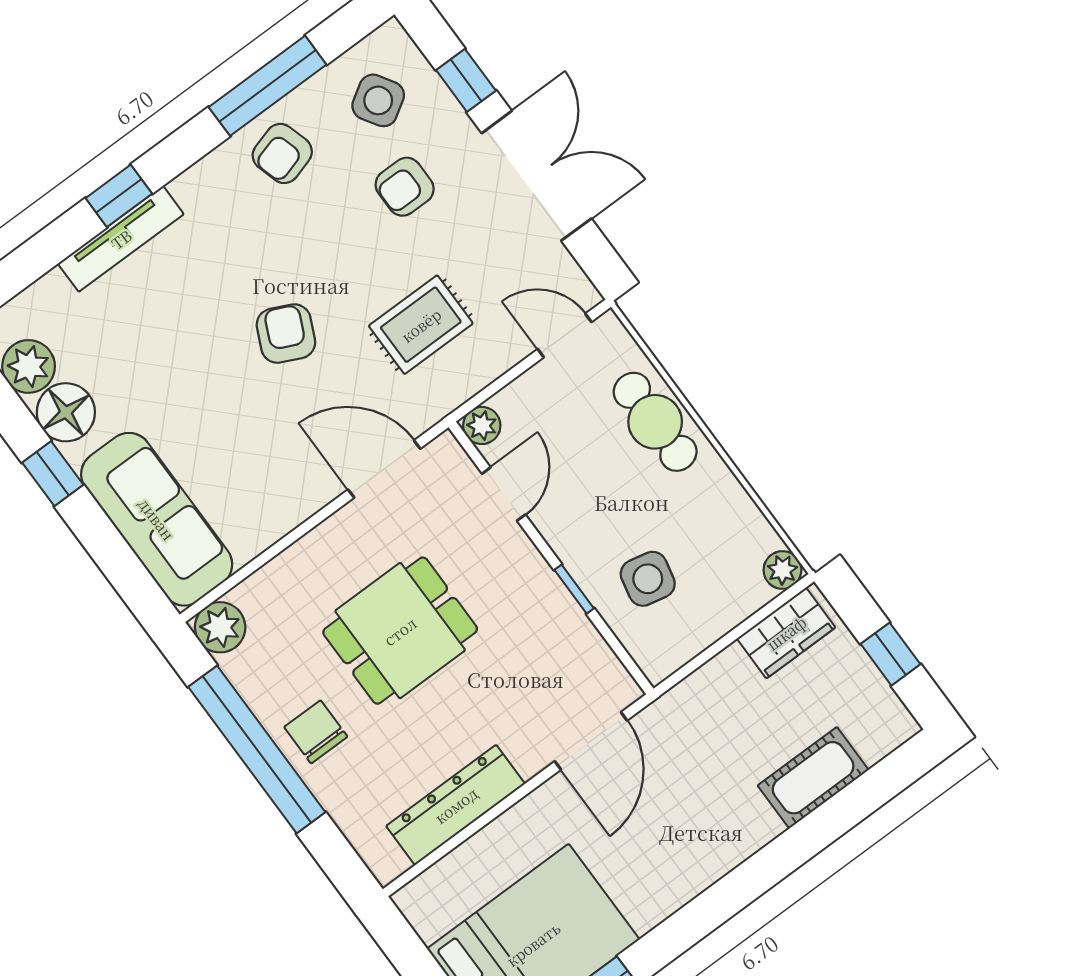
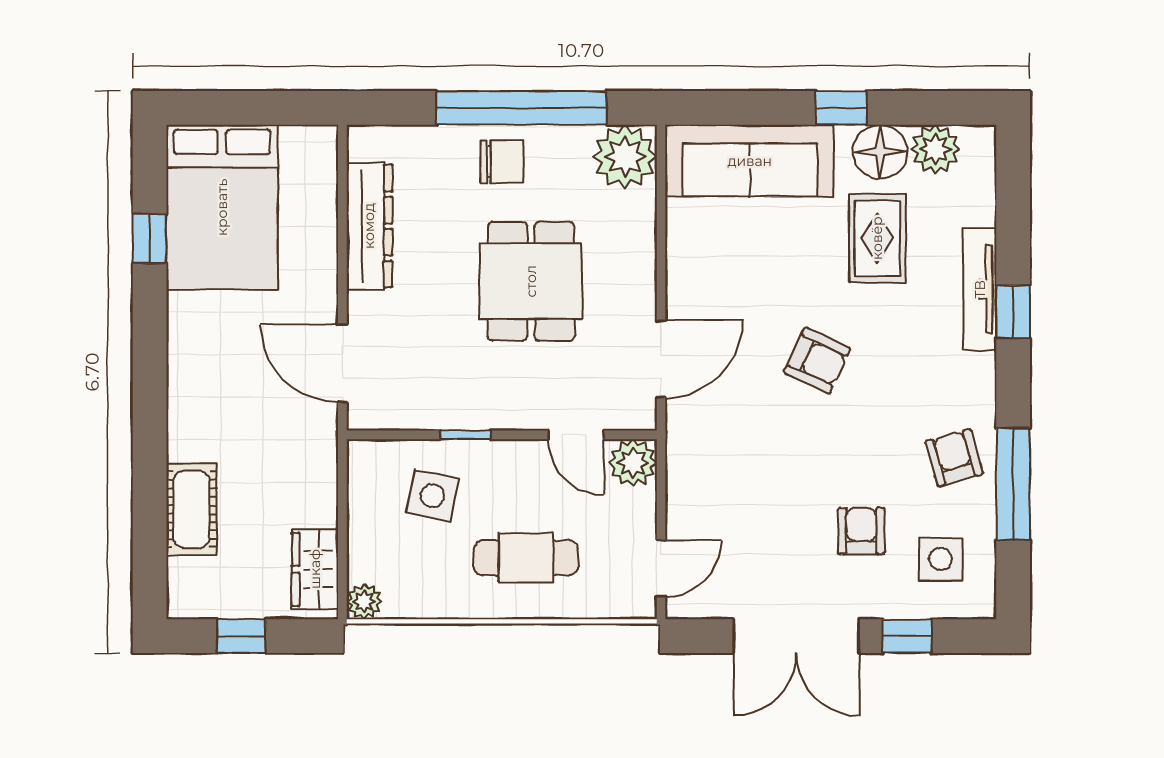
side table: (378, 100) -> (941, 559), turned 32
rug: (421, 325) -> (877, 238), moved
cafe table: (655, 422) -> (526, 558), moved
plant: (482, 425) -> (633, 463), width x1.38, depth x1.38
plant: (220, 627) -> (625, 157), width x1.36, depth x1.36

